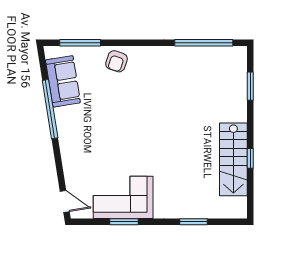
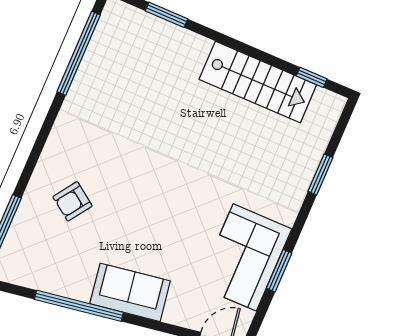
armchair: (117, 61) -> (73, 201), moved, turned 106
sofa: (63, 81) -> (130, 292), moved
window: (250, 158) -> (312, 77), moved

